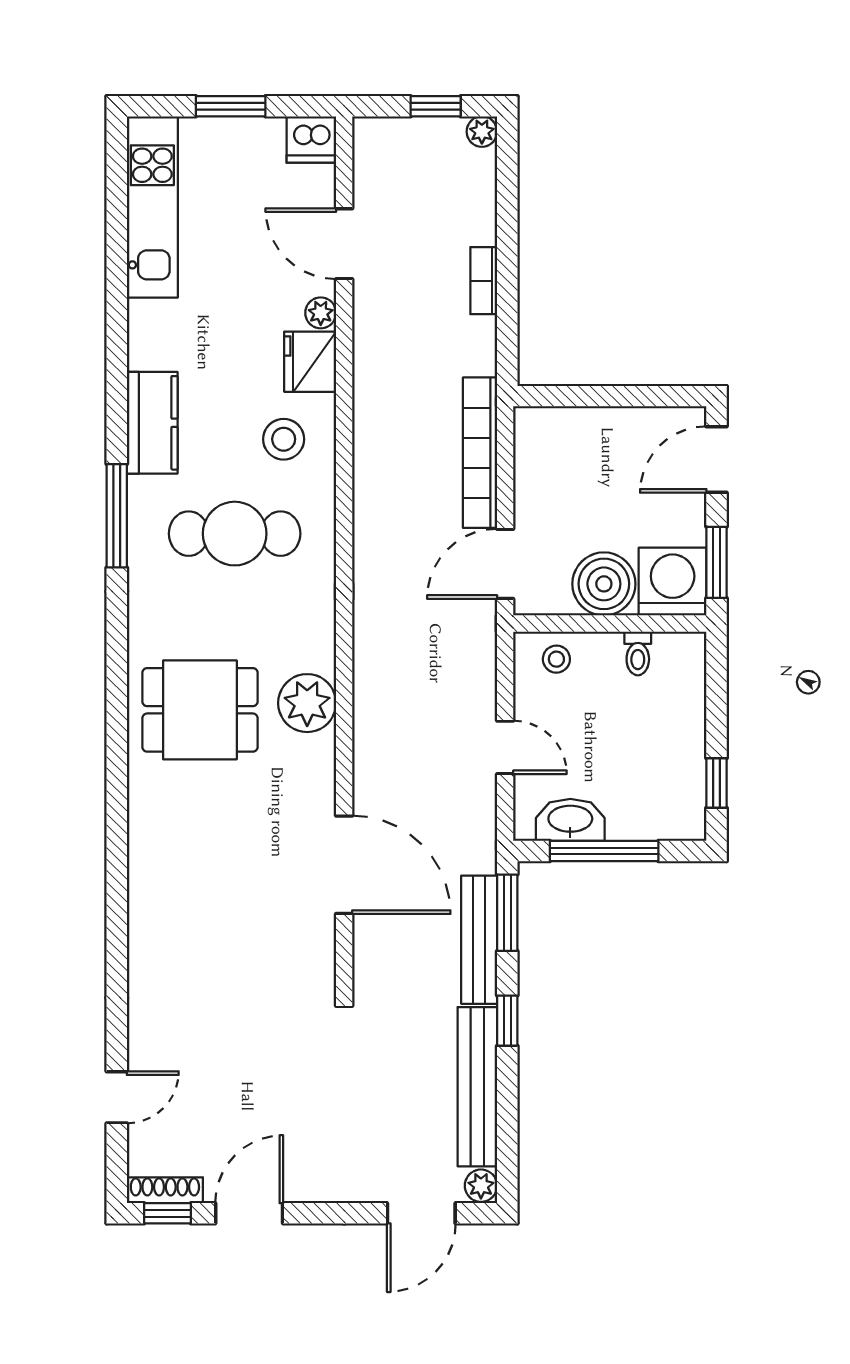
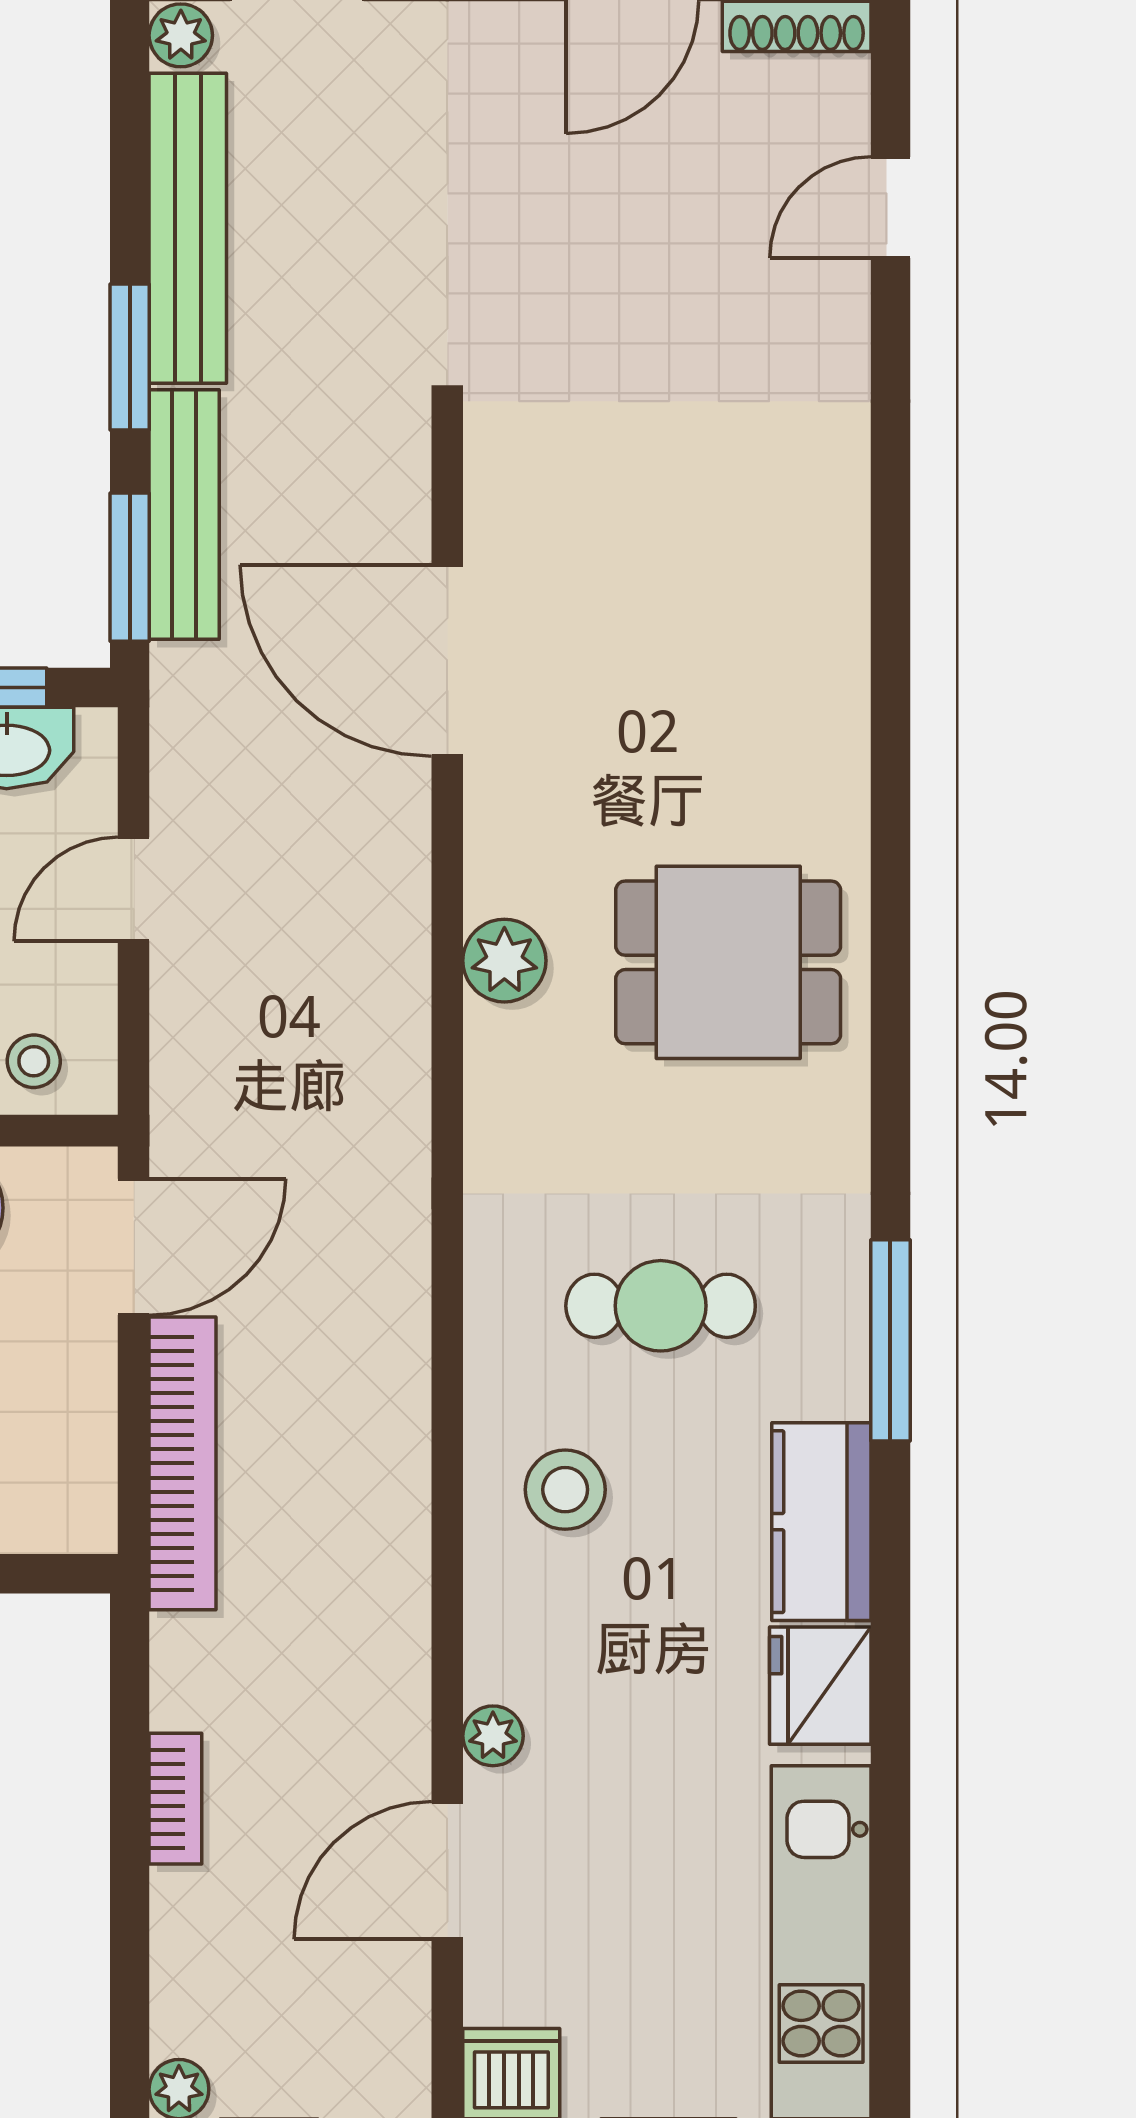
door: (344, 244) -> (447, 1871), swing flipped
fridge: (310, 362) -> (820, 1686), moved, turned 180
cafe table: (235, 534) -> (661, 1306), width x0.73, depth x0.74
plant: (307, 703) -> (504, 961), width x0.73, depth x0.73
door: (505, 747) -> (134, 889), hinge flipped
window: (507, 1021) -> (130, 357), width x1.50

